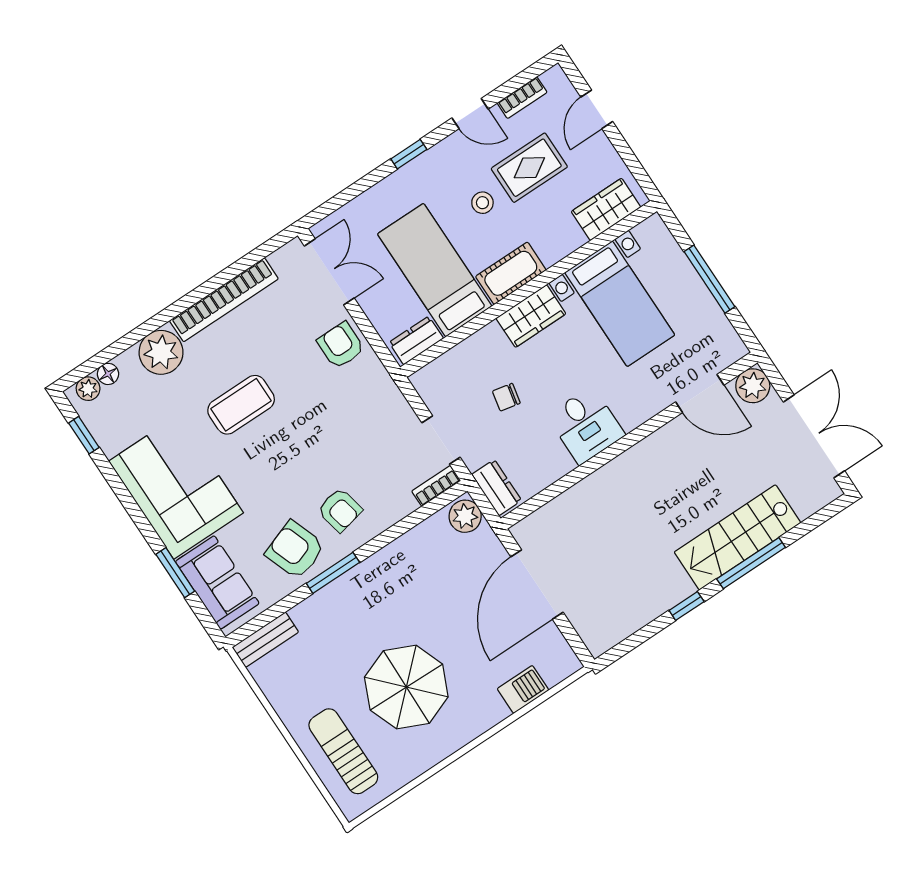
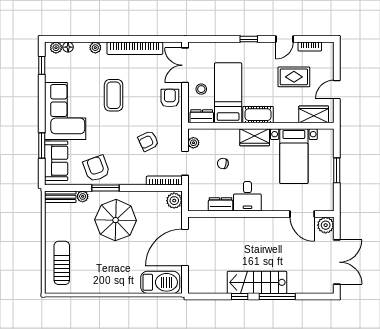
door: (597, 109) -> (337, 90), moved
door: (470, 113) -> (284, 39), hinge flipped
stool: (482, 203) -> (201, 89), moved
double door: (329, 272) -> (185, 65), swing flipped
window: (709, 279) -> (337, 170), width x0.69
plant: (161, 352) -> (95, 48), width x0.53, depth x0.53
plant: (432, 395) -> (193, 143), added
coffee table: (241, 405) -> (114, 95), turned 90
bookcase: (436, 486) -> (164, 181), width x1.56
dresser: (497, 488) -> (221, 204), moved, turned -90
armchair: (340, 510) -> (148, 141), moved, turned 76
stairs: (737, 537) -> (257, 282), moved
plant: (303, 614) -> (83, 196), added
parasol: (406, 687) -> (116, 220), moved
barbecue: (523, 689) -> (160, 282), width x1.88, depth x1.53

